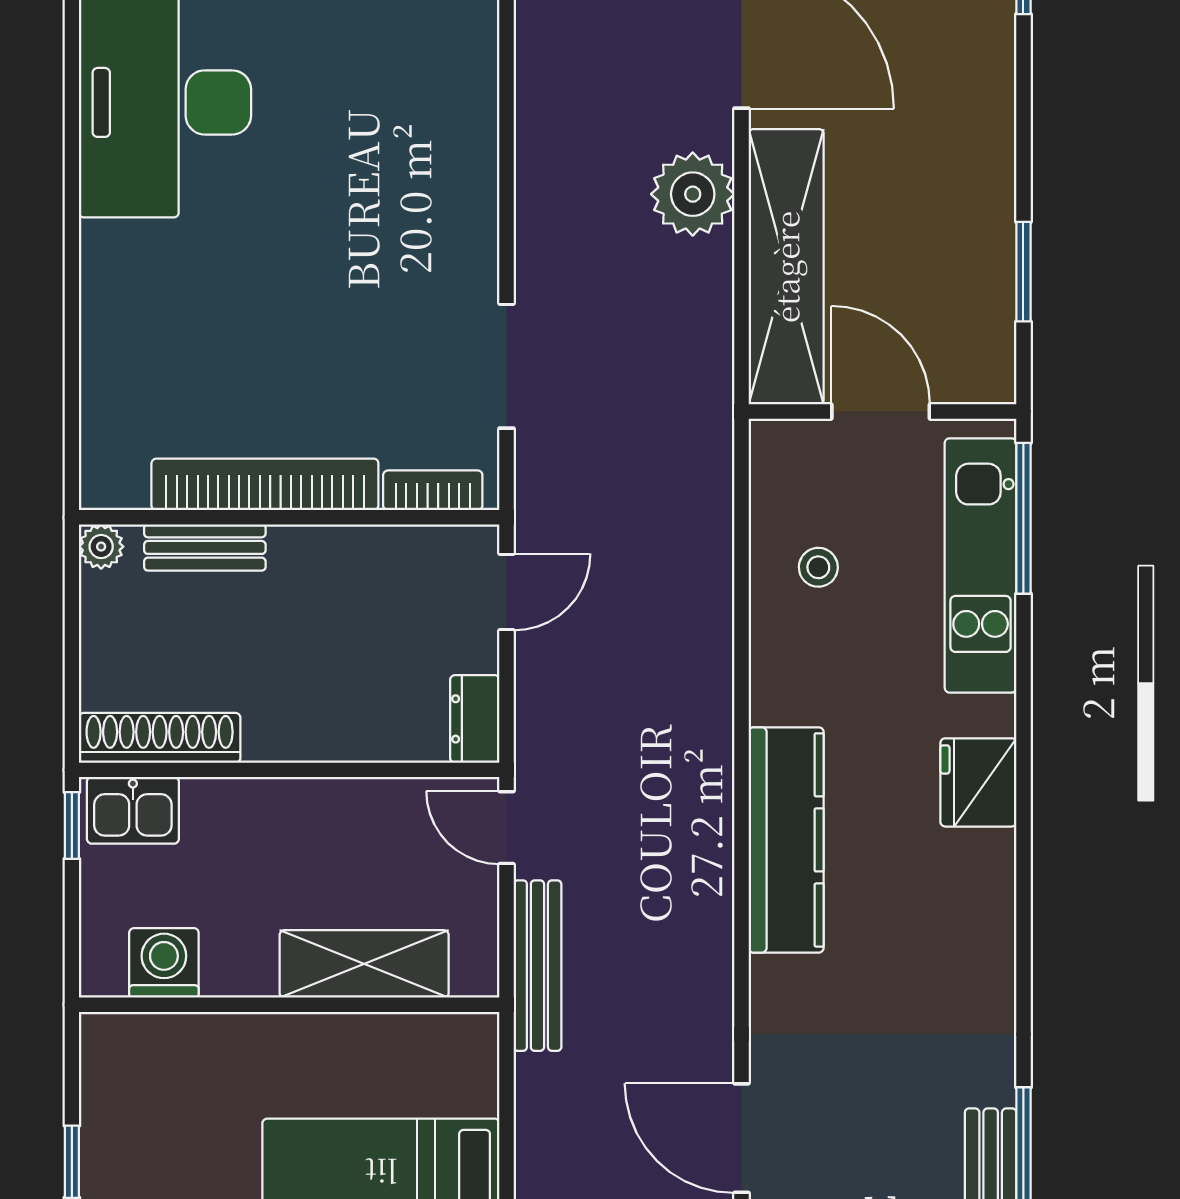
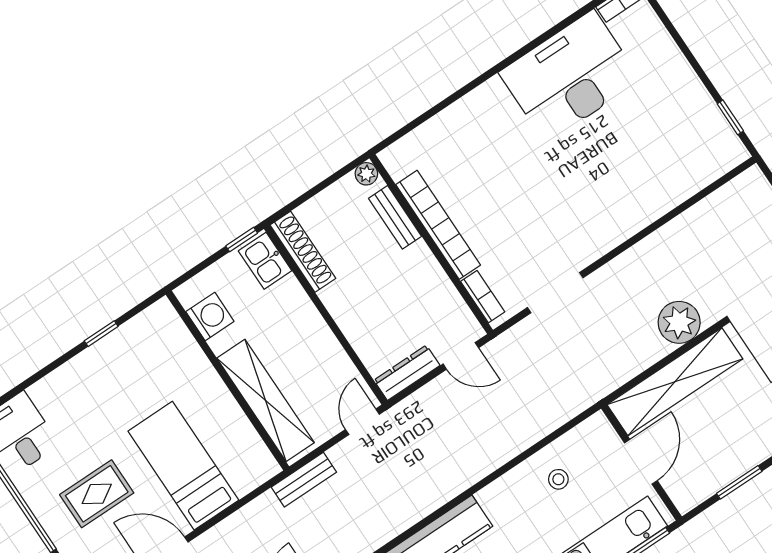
dresser: (475, 719) -> (407, 373), width x1.44
shelving: (364, 964) -> (266, 400), width x1.47
bench: (537, 966) -> (304, 480), width x0.73

